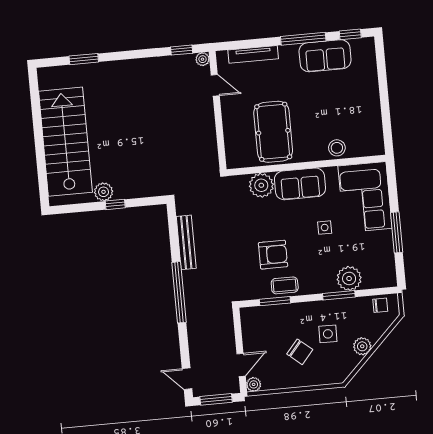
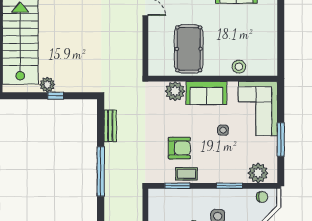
bench: (186, 242) -> (110, 126), width x0.73
plant: (349, 278) -> (258, 173), moved

